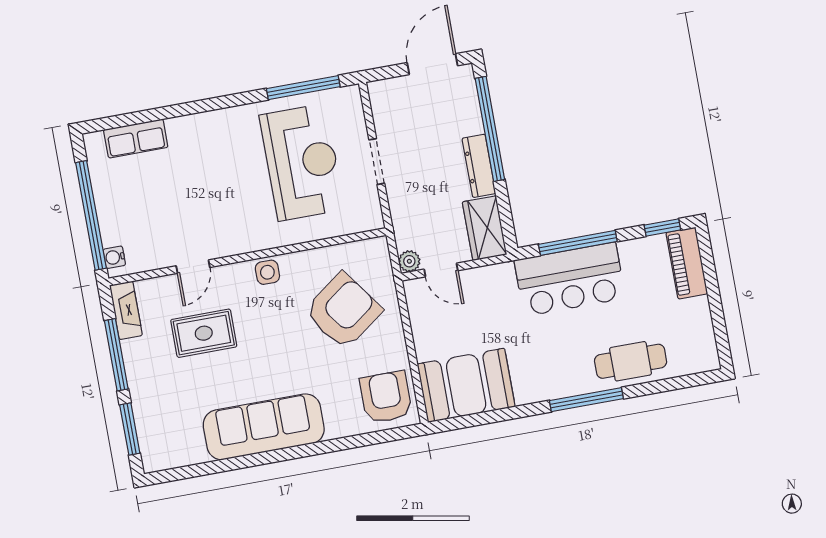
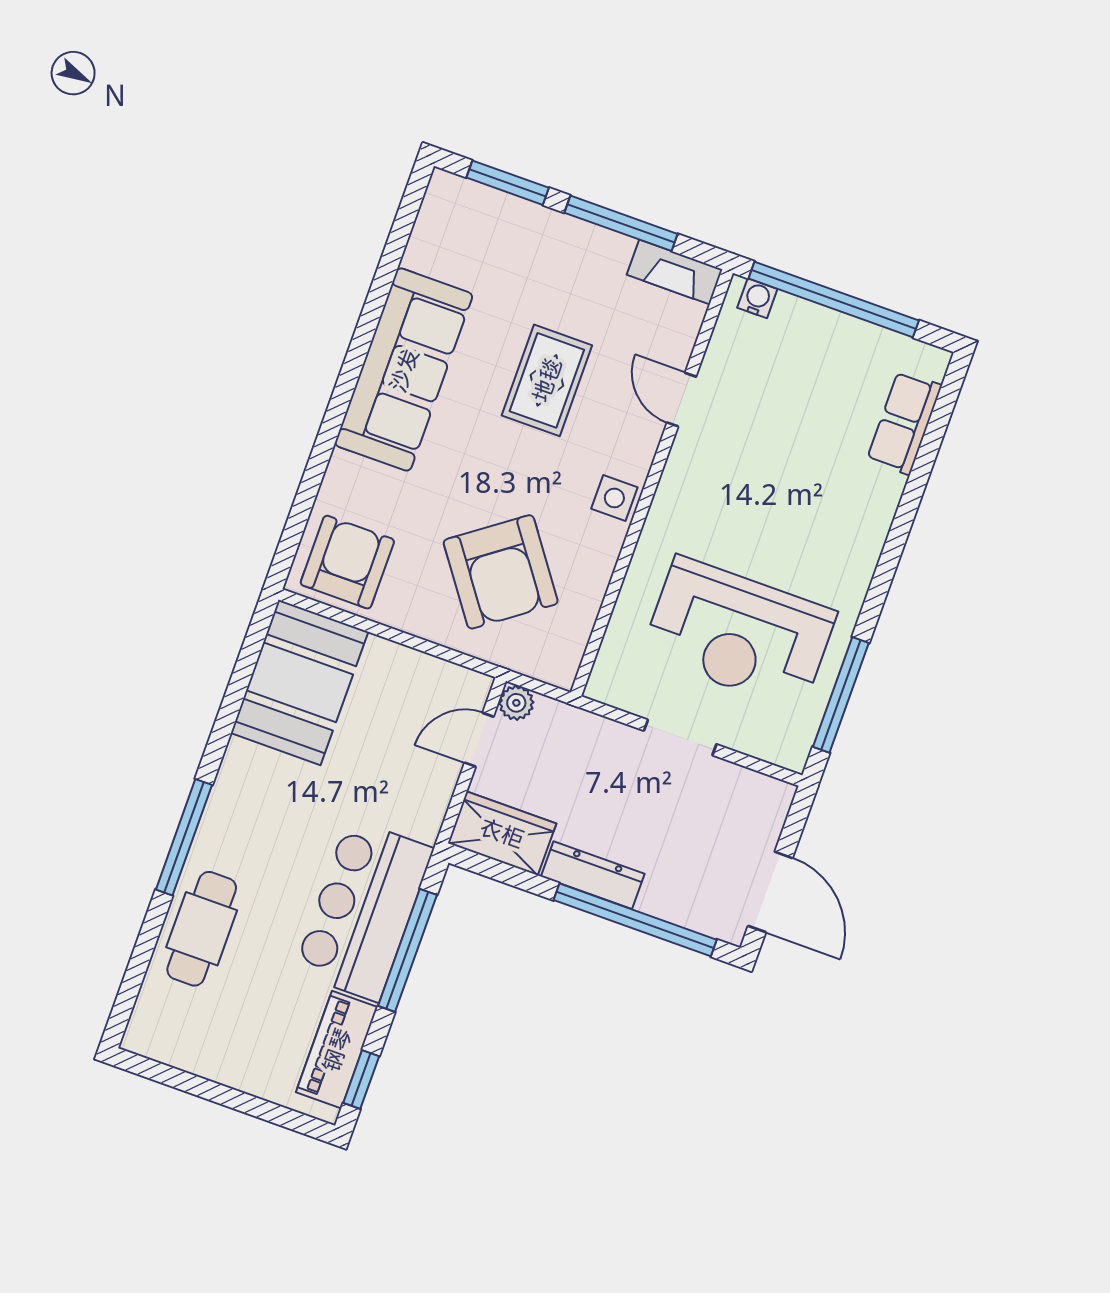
piano: (687, 263) -> (337, 1050), moved, turned -90
rug: (204, 333) -> (547, 380), moved
armchair: (386, 397) -> (347, 562), turned -90

